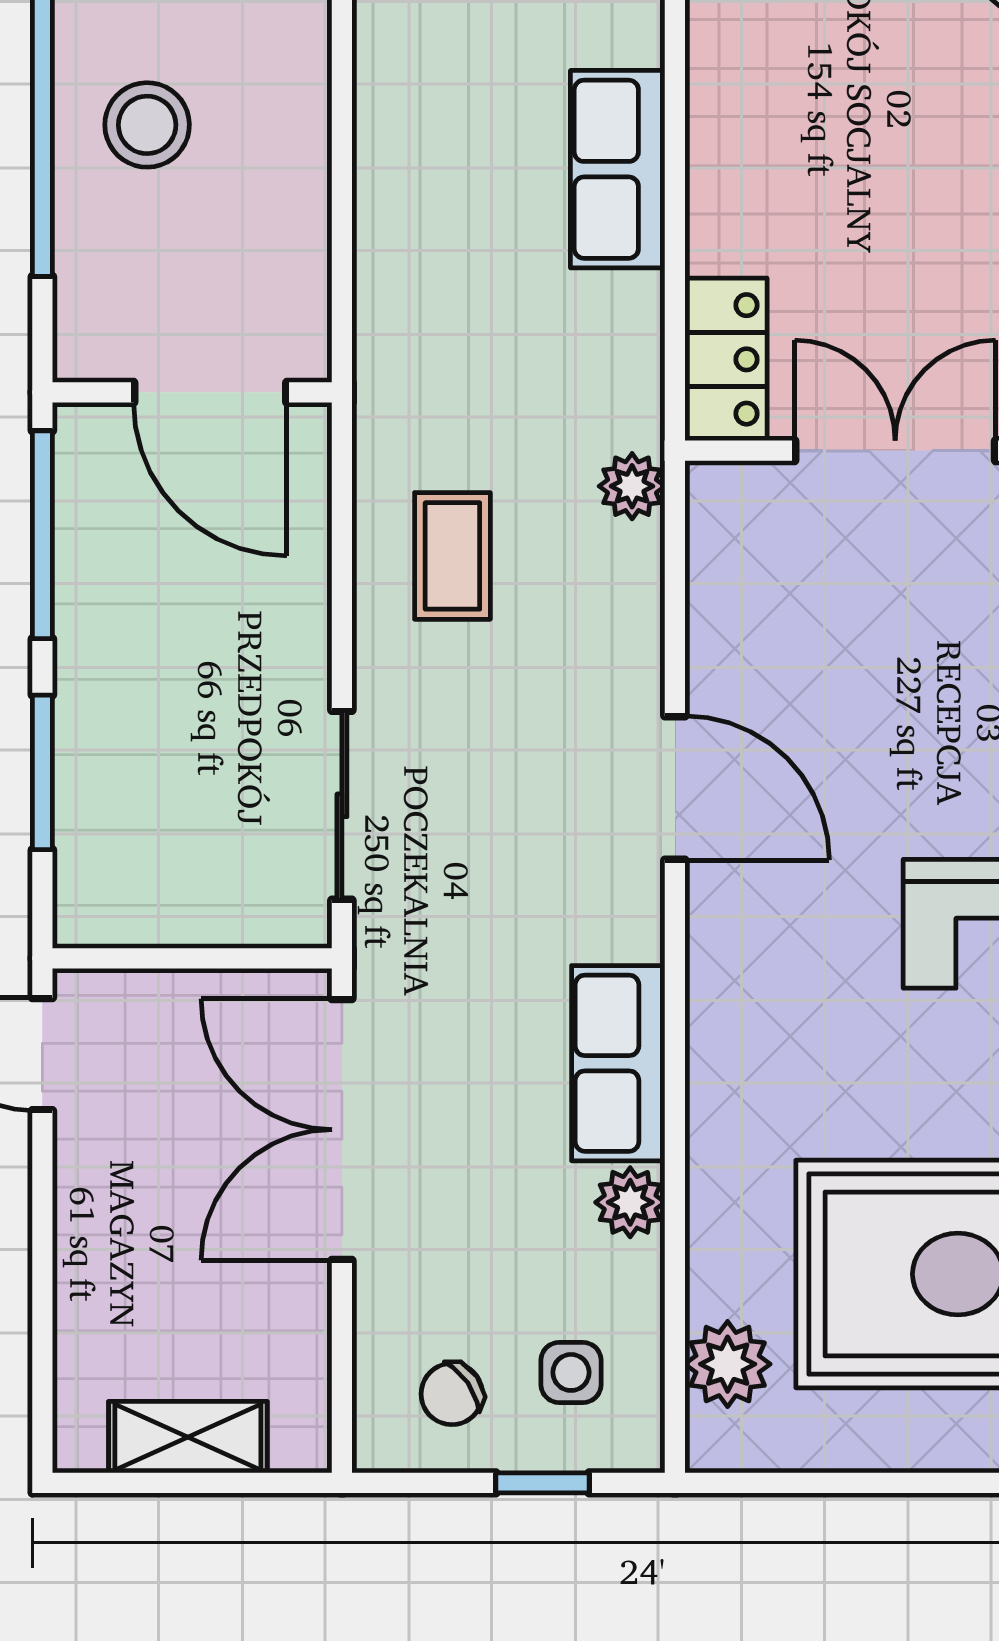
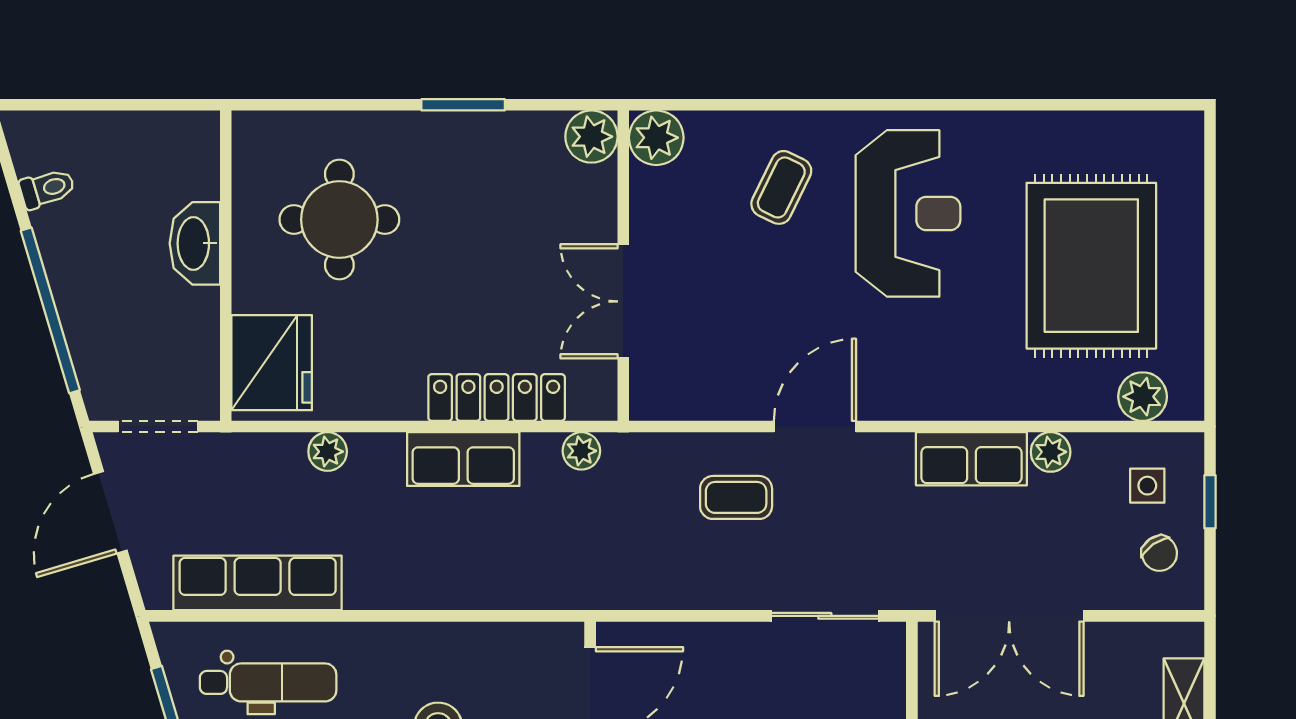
locker: (726, 359) -> (497, 398), moved, width x1.53
plant: (632, 486) -> (581, 451), moved
coffee table: (452, 556) -> (736, 497), moved

